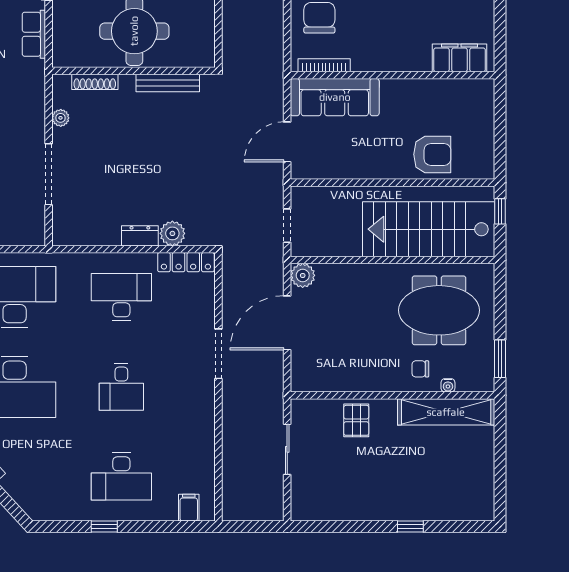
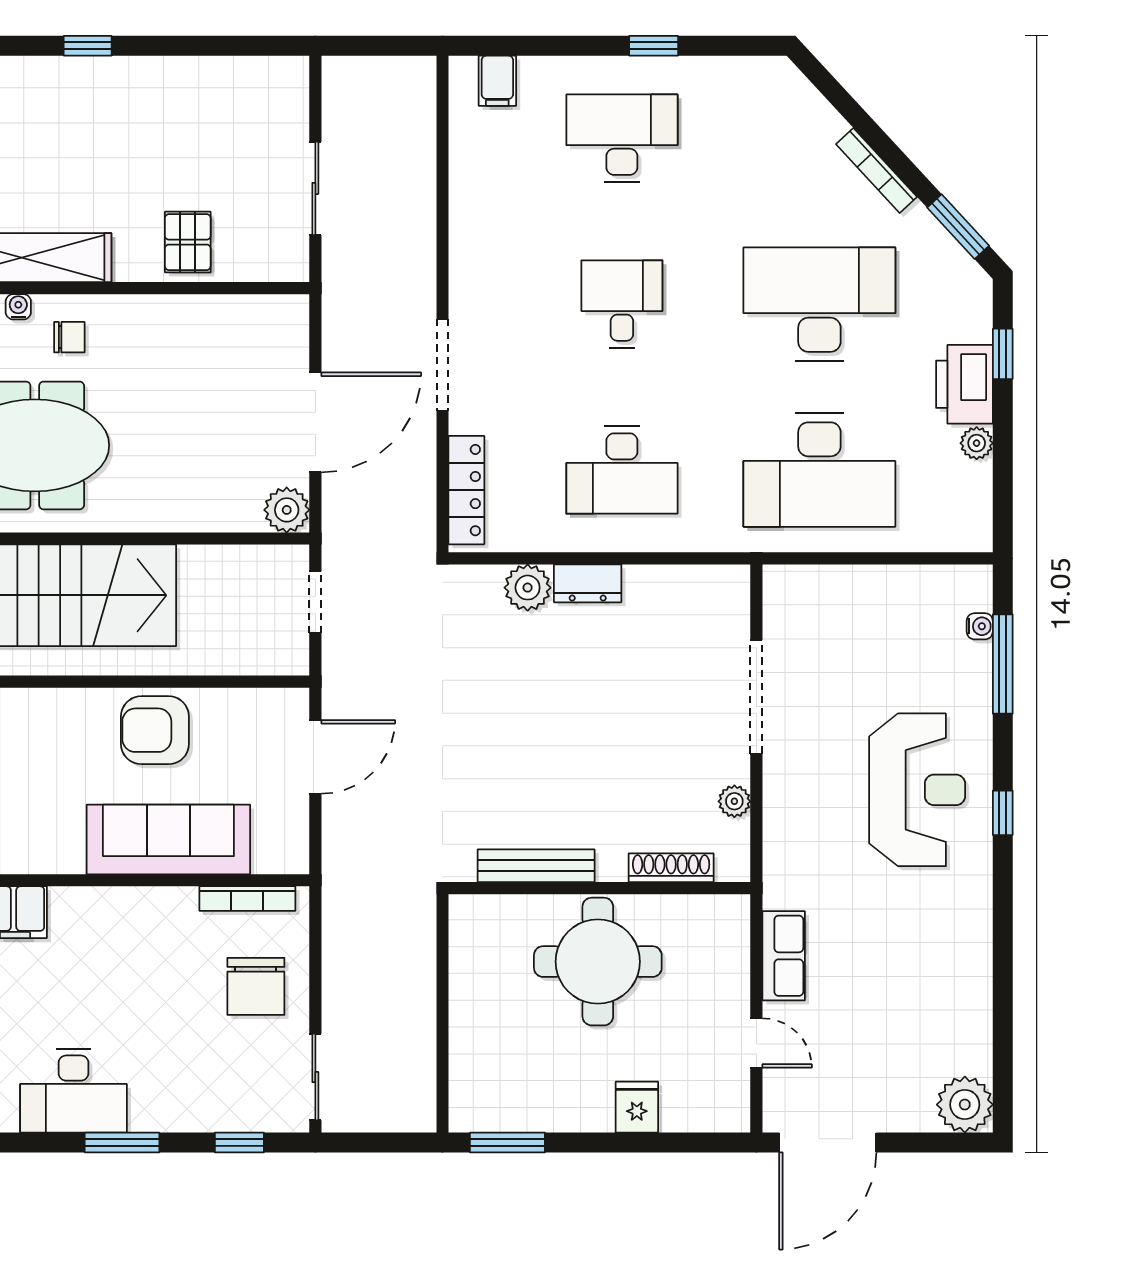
sofa: (335, 97) -> (168, 839), moved
armchair: (432, 154) -> (155, 730), moved
locker: (186, 262) -> (466, 490), moved, turned 90

